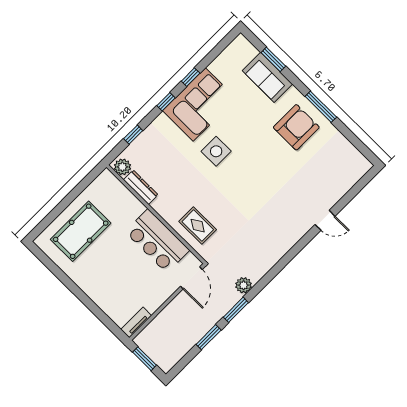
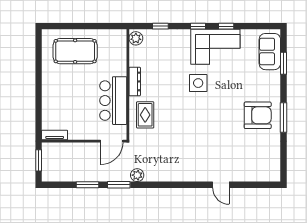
sofa: (267, 77) -> (270, 52), moved
dresser: (141, 187) -> (135, 81), moved

